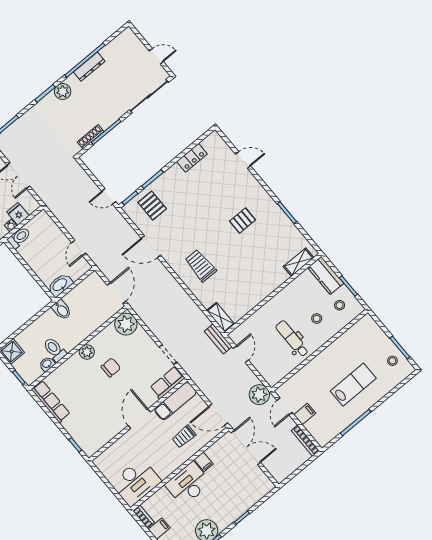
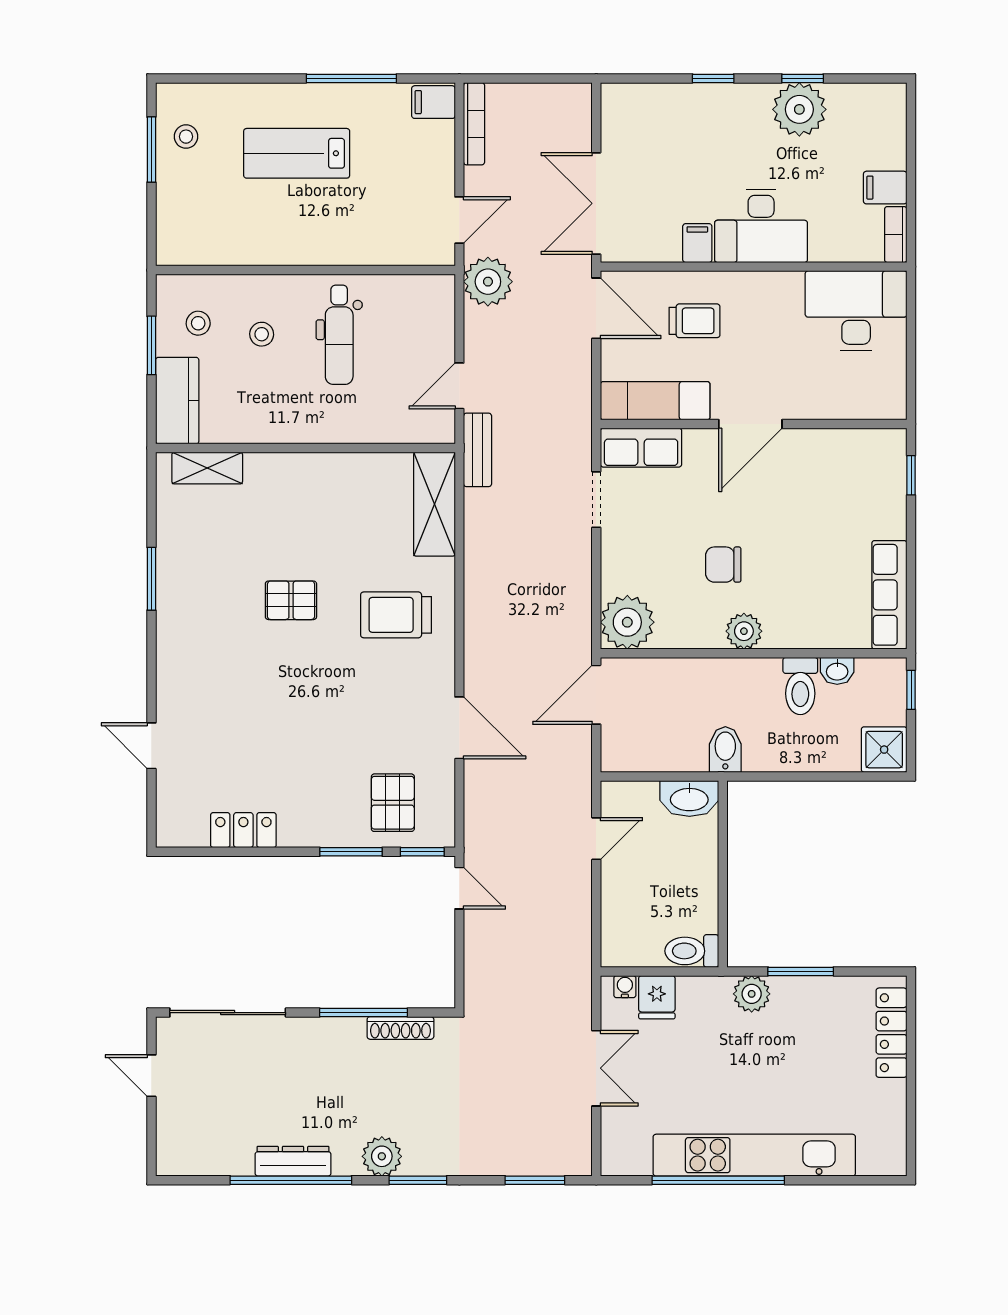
pallet: (243, 221) -> (291, 600), moved
water cooler: (11, 226) -> (625, 987), moved
trolley: (201, 266) -> (396, 615), turned 90
shelving: (221, 317) -> (434, 504), width x1.50, depth x1.33
filing cabinet: (305, 414) -> (433, 102), moved

